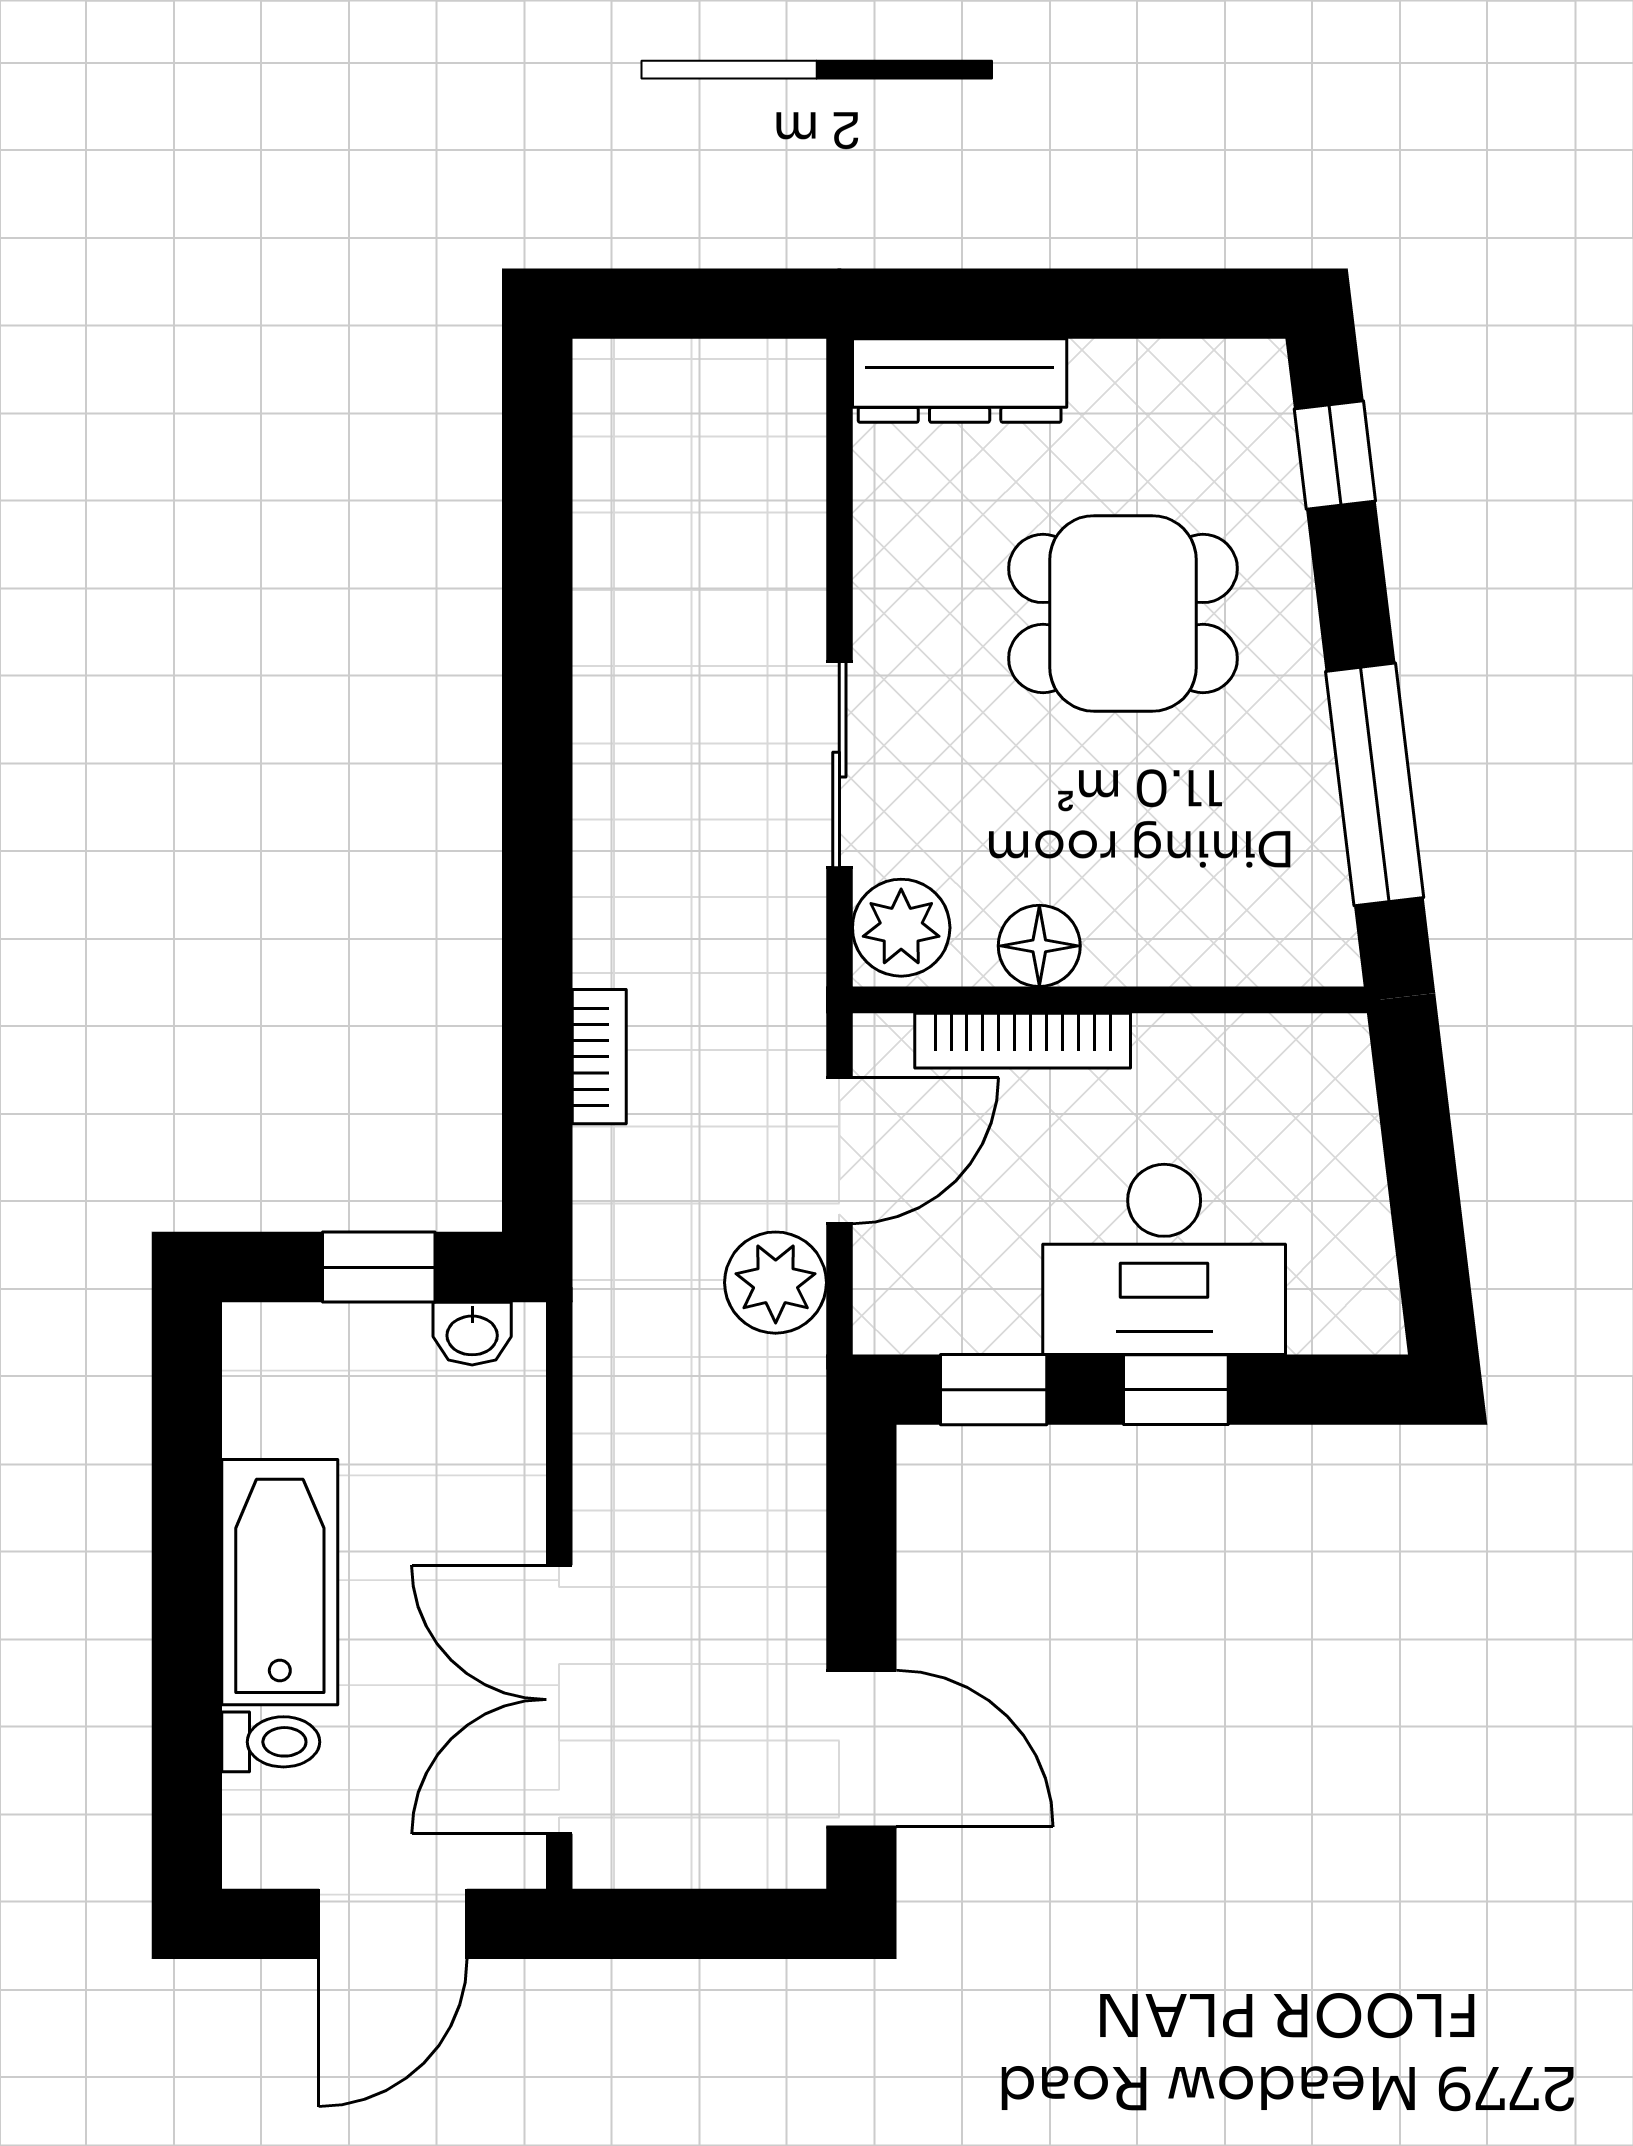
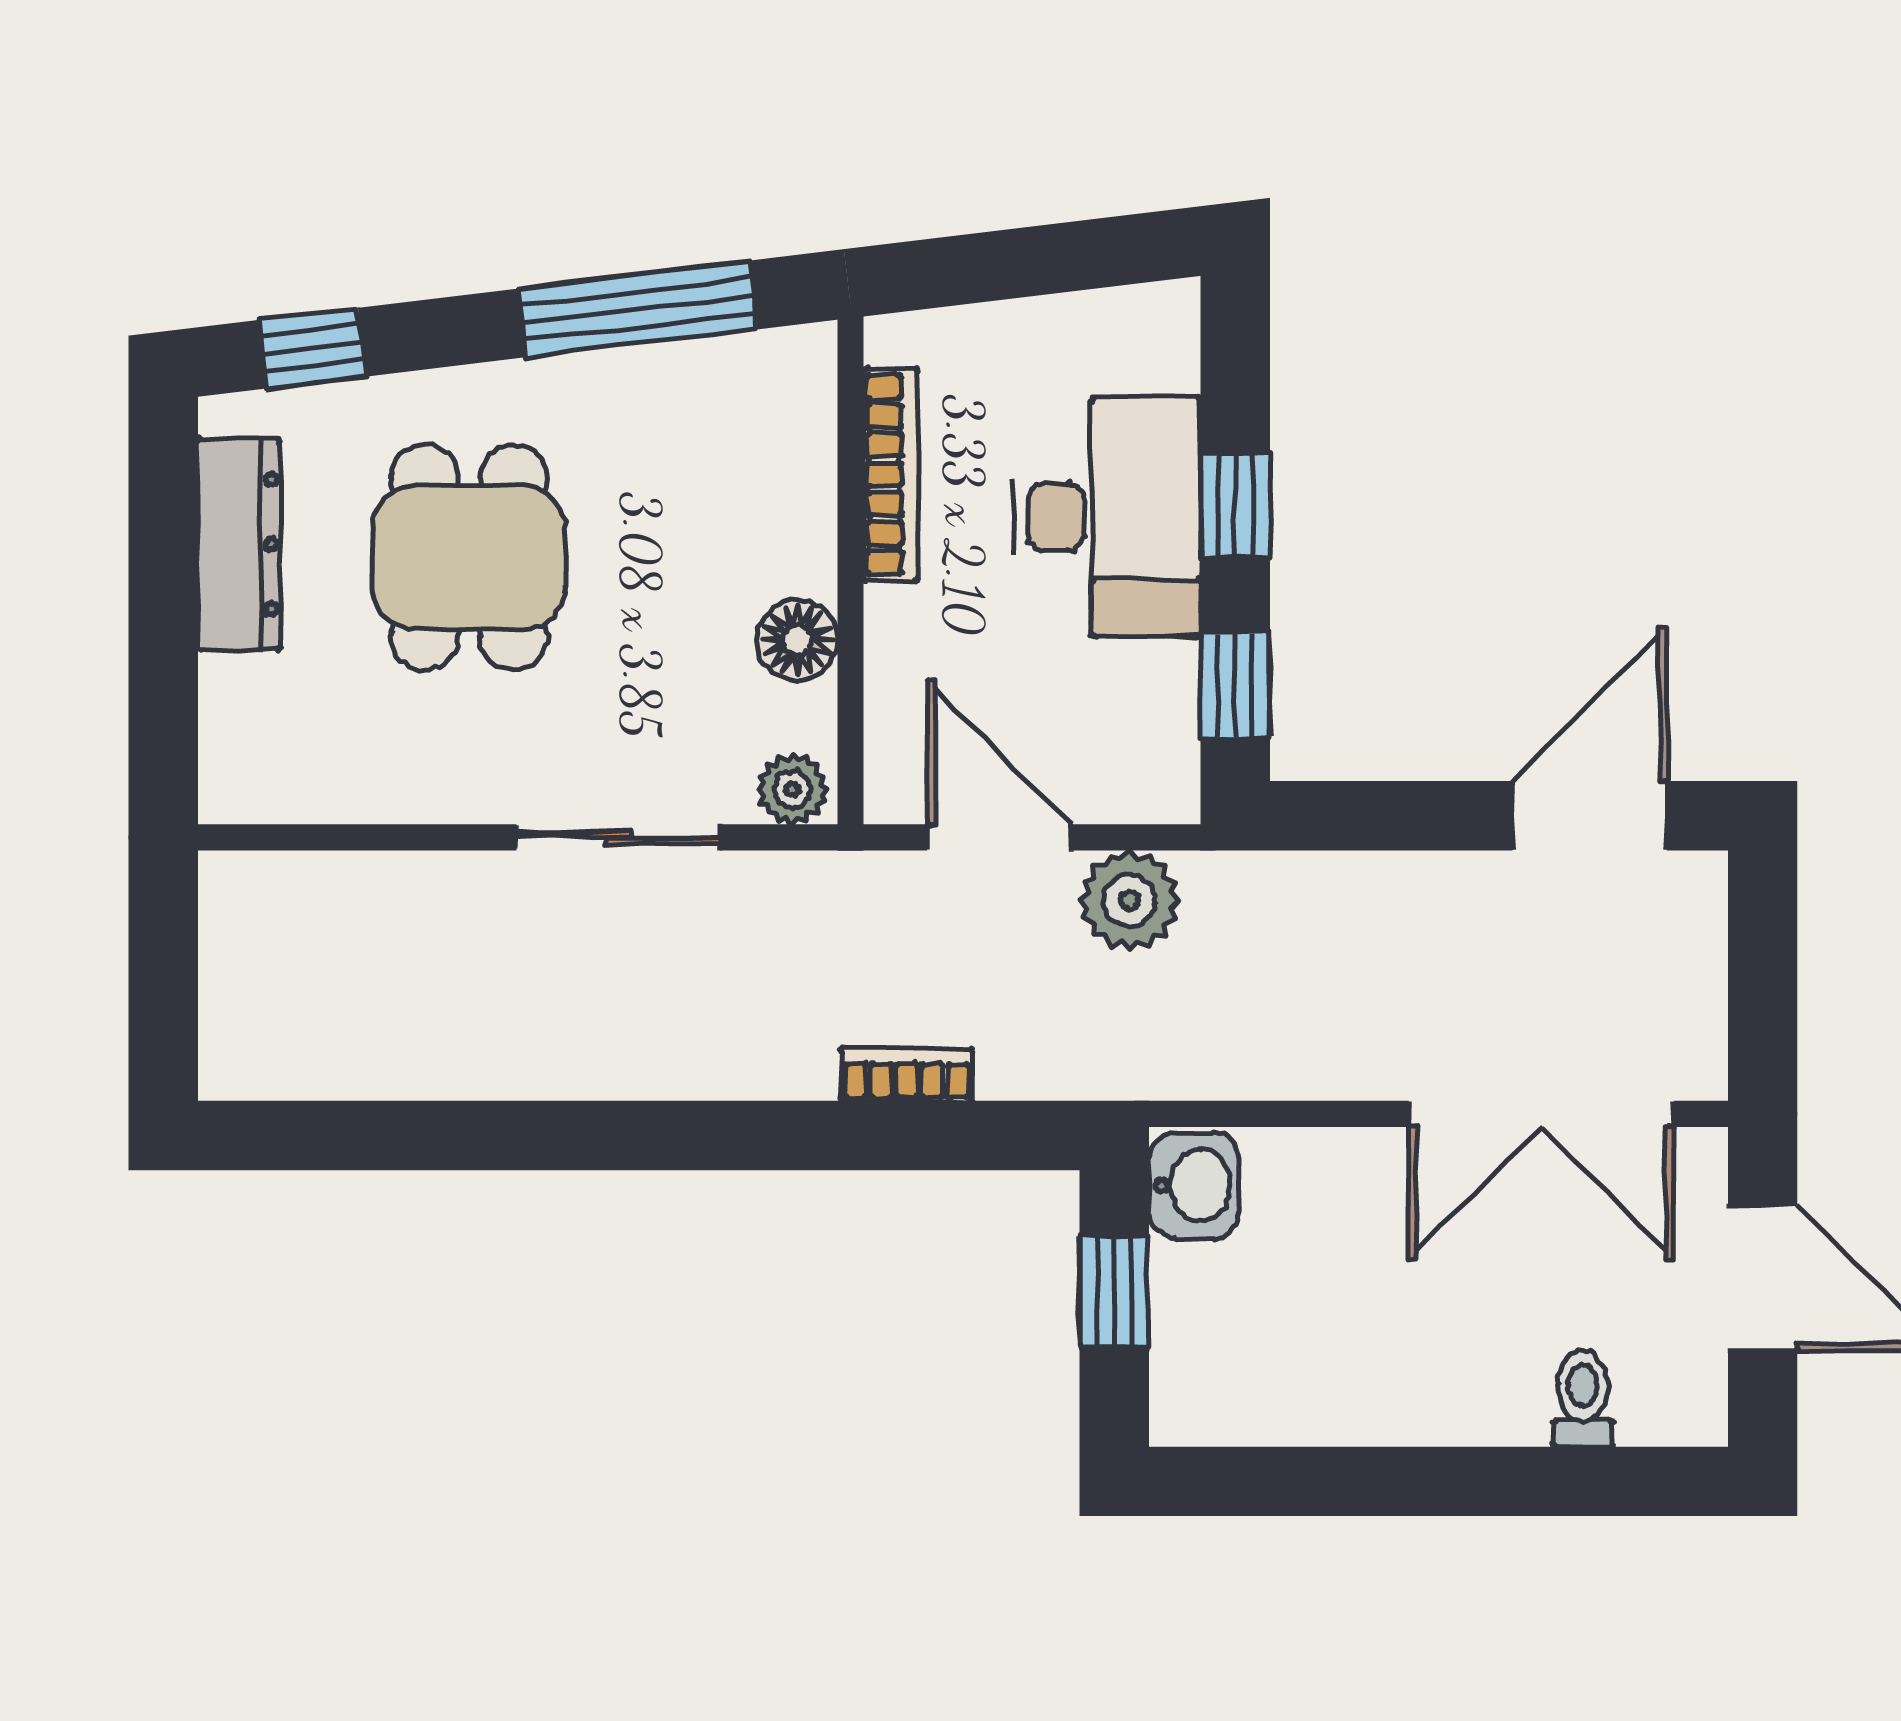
dresser: (960, 381) -> (239, 544), moved
plant: (901, 928) -> (792, 789), width x0.73, depth x0.73
bookcase: (1023, 1041) -> (891, 475), moved
washbasin: (472, 1334) -> (1194, 1185), width x1.38, depth x1.45
bathtub: (280, 1582) -> (1425, 1390), removed

